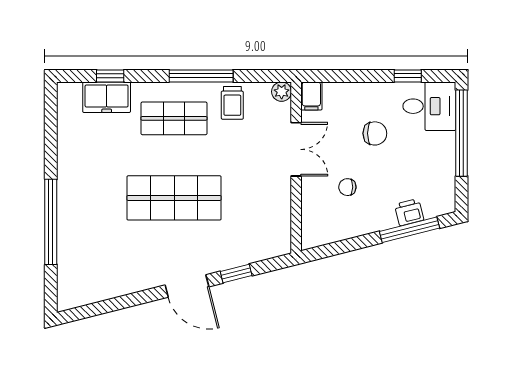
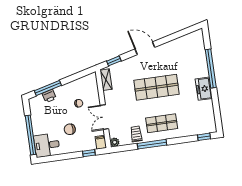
window: (110, 76) -> (204, 137), moved
window: (408, 76) -> (89, 153), moved
freezer: (107, 97) -> (204, 89), moved, turned -90
shelving: (281, 230) -> (106, 80), added
window: (236, 274) -> (114, 61), moved

